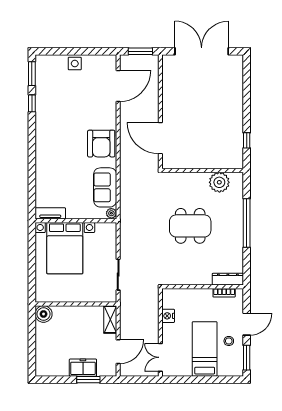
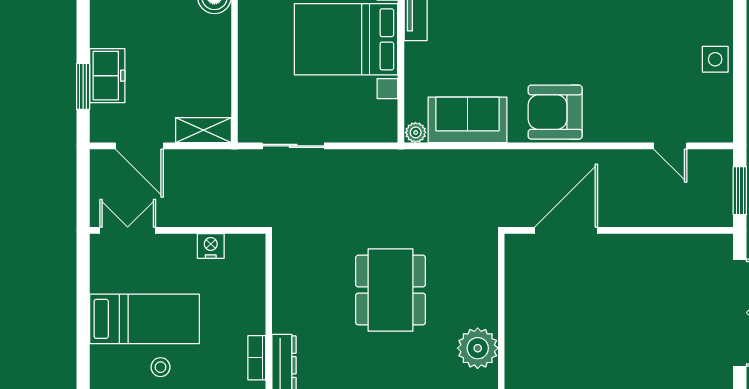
door: (118, 86) -> (670, 146), width x0.53

